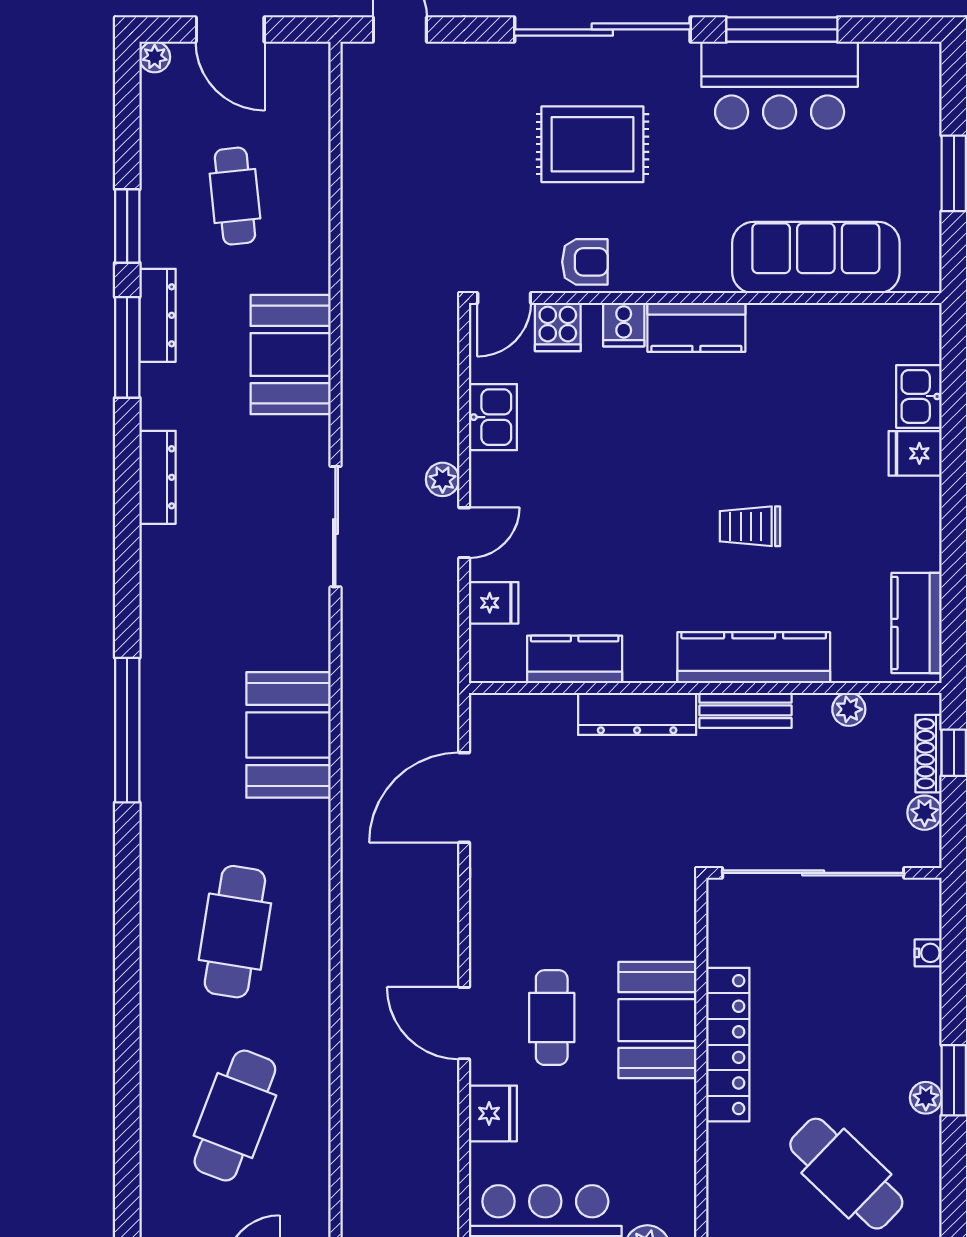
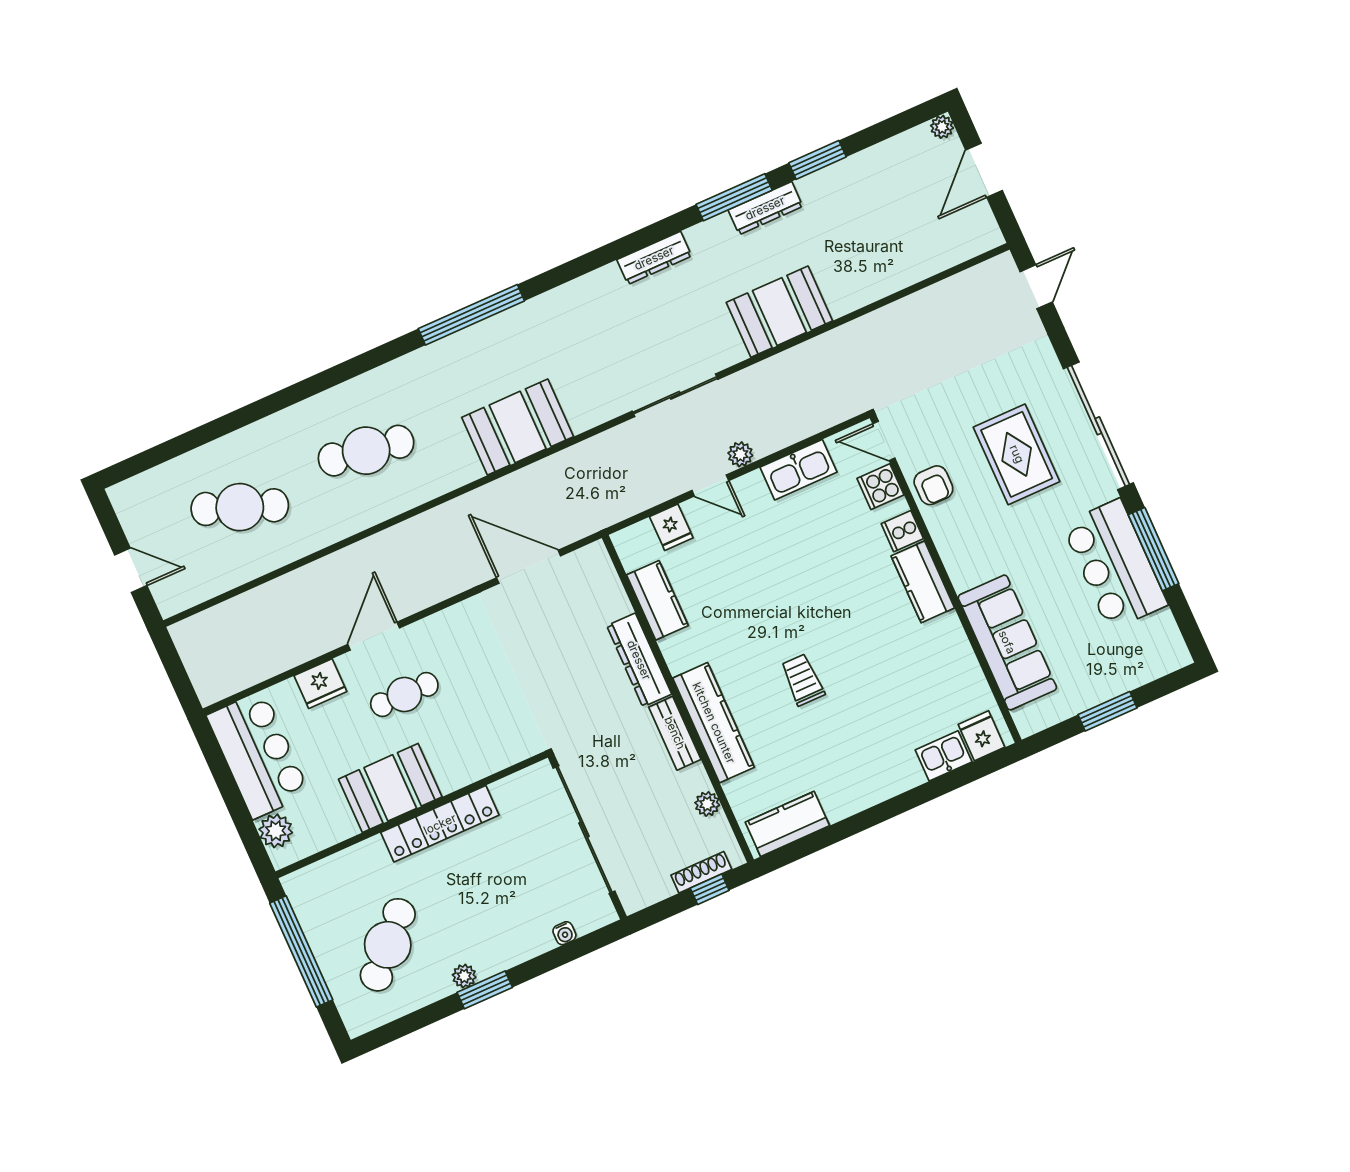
cafe table: (235, 196) -> (871, 225), removed
kitchen sink: (493, 417) -> (799, 470), width x1.38
fridge: (915, 453) -> (982, 736), moved
plant: (925, 813) -> (660, 888), removed
booth: (657, 1020) -> (390, 788), moved

